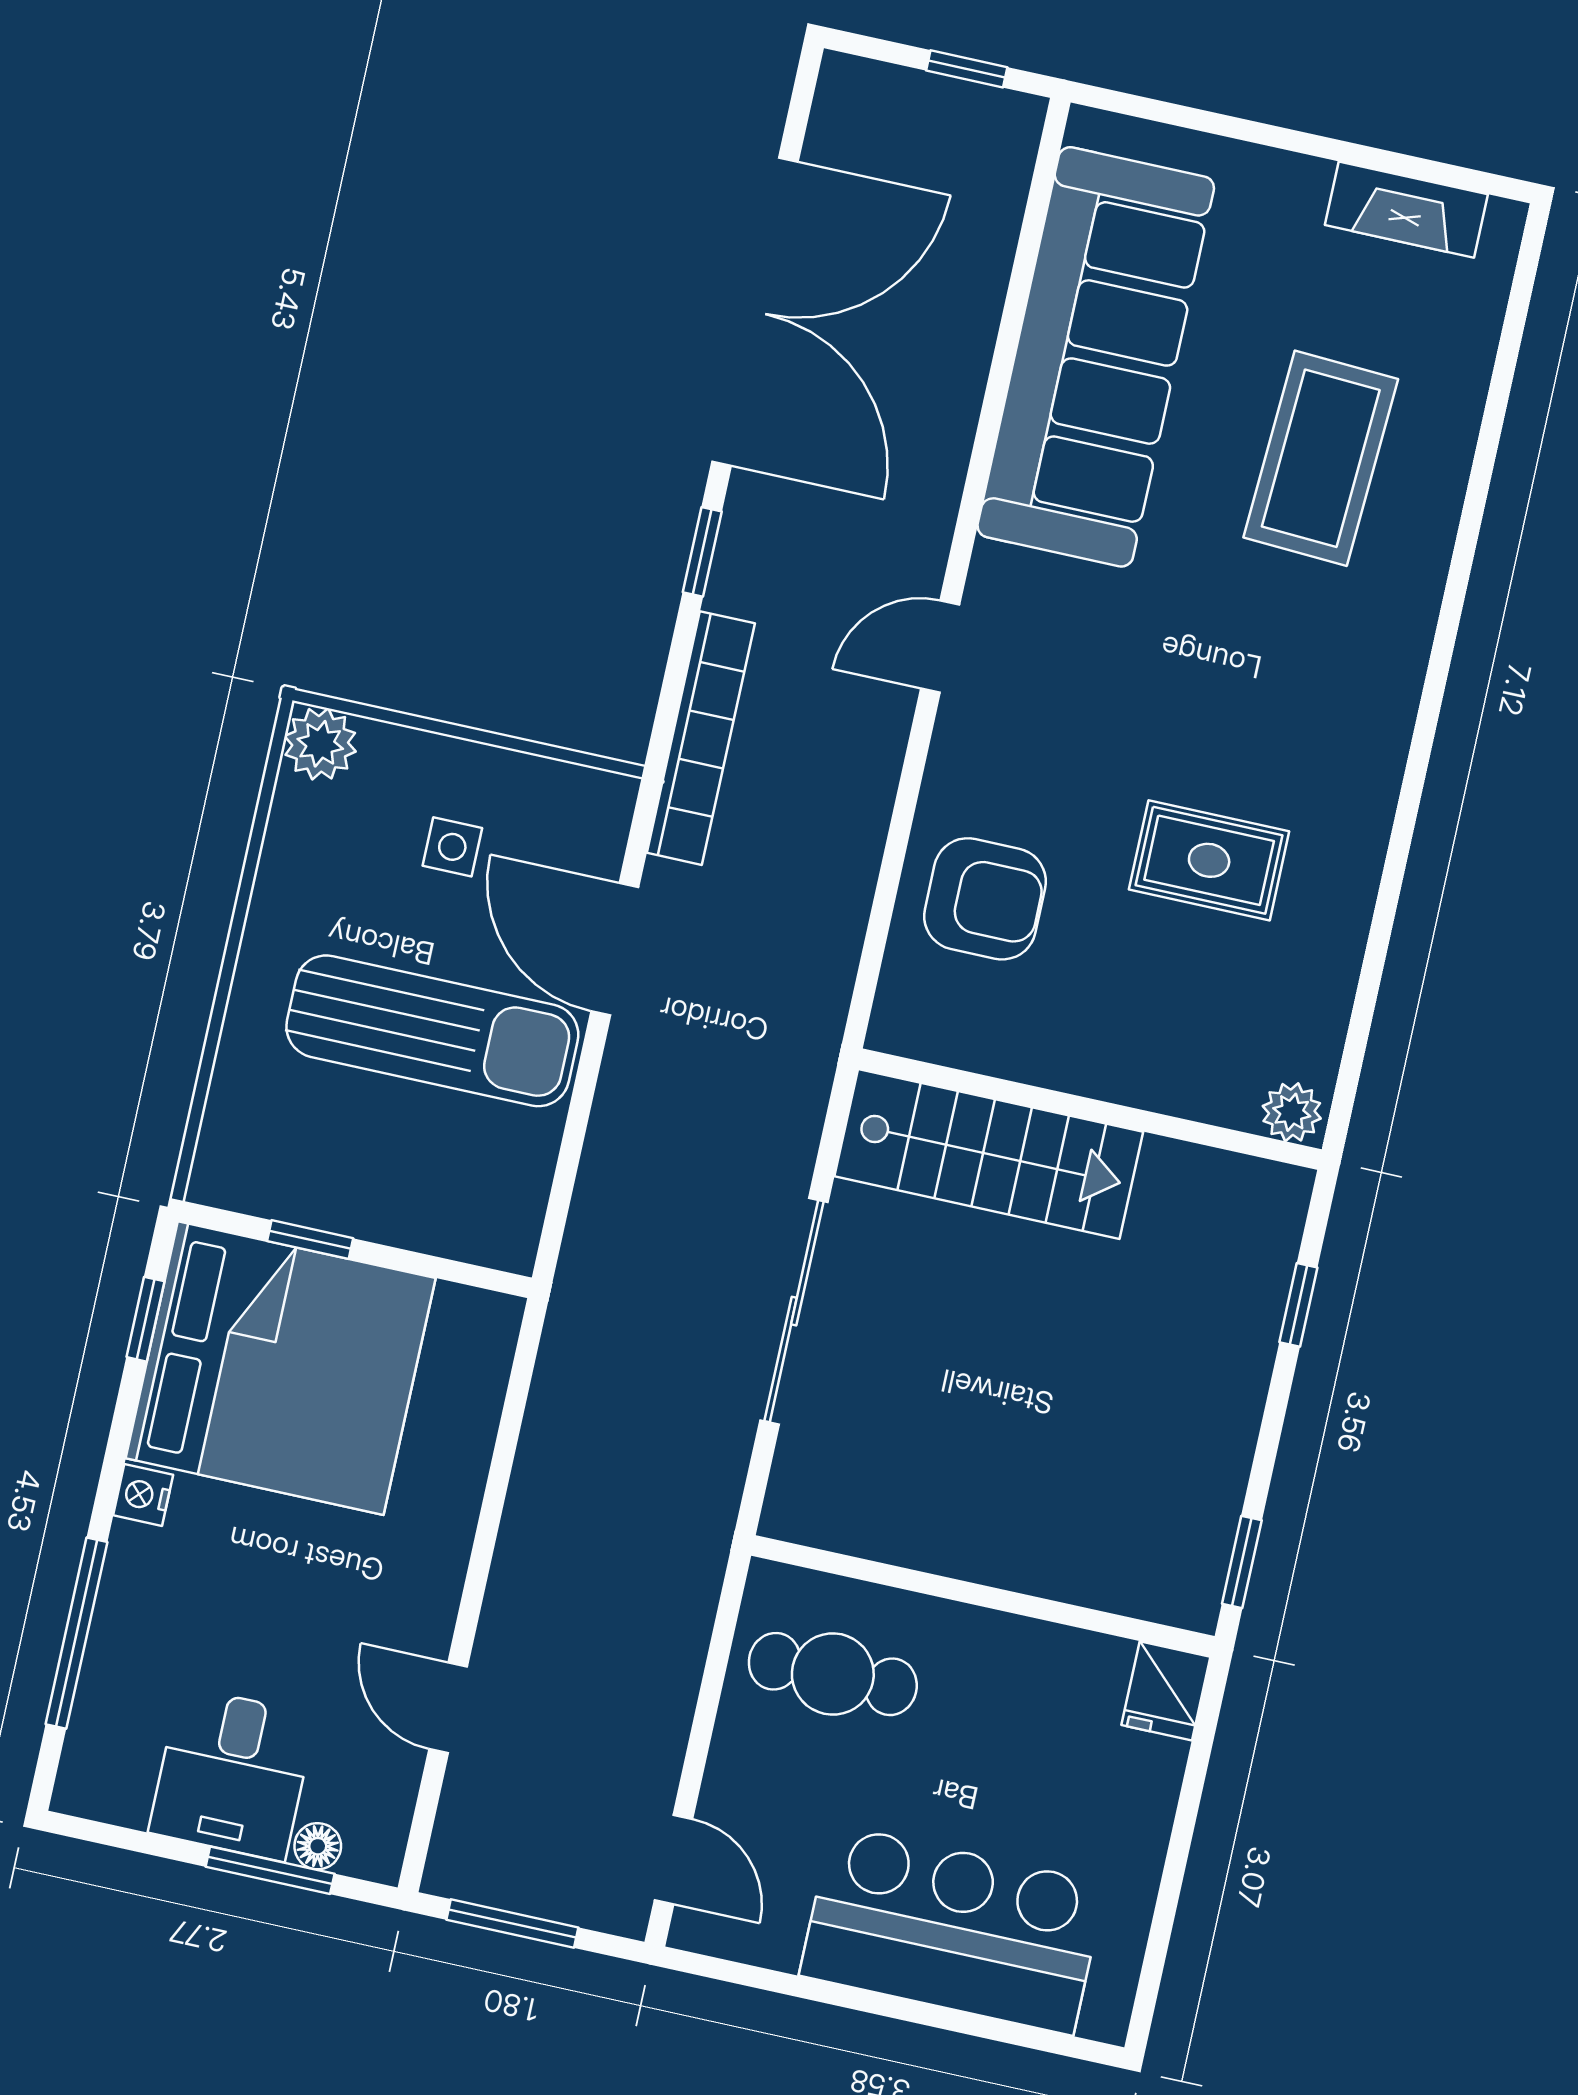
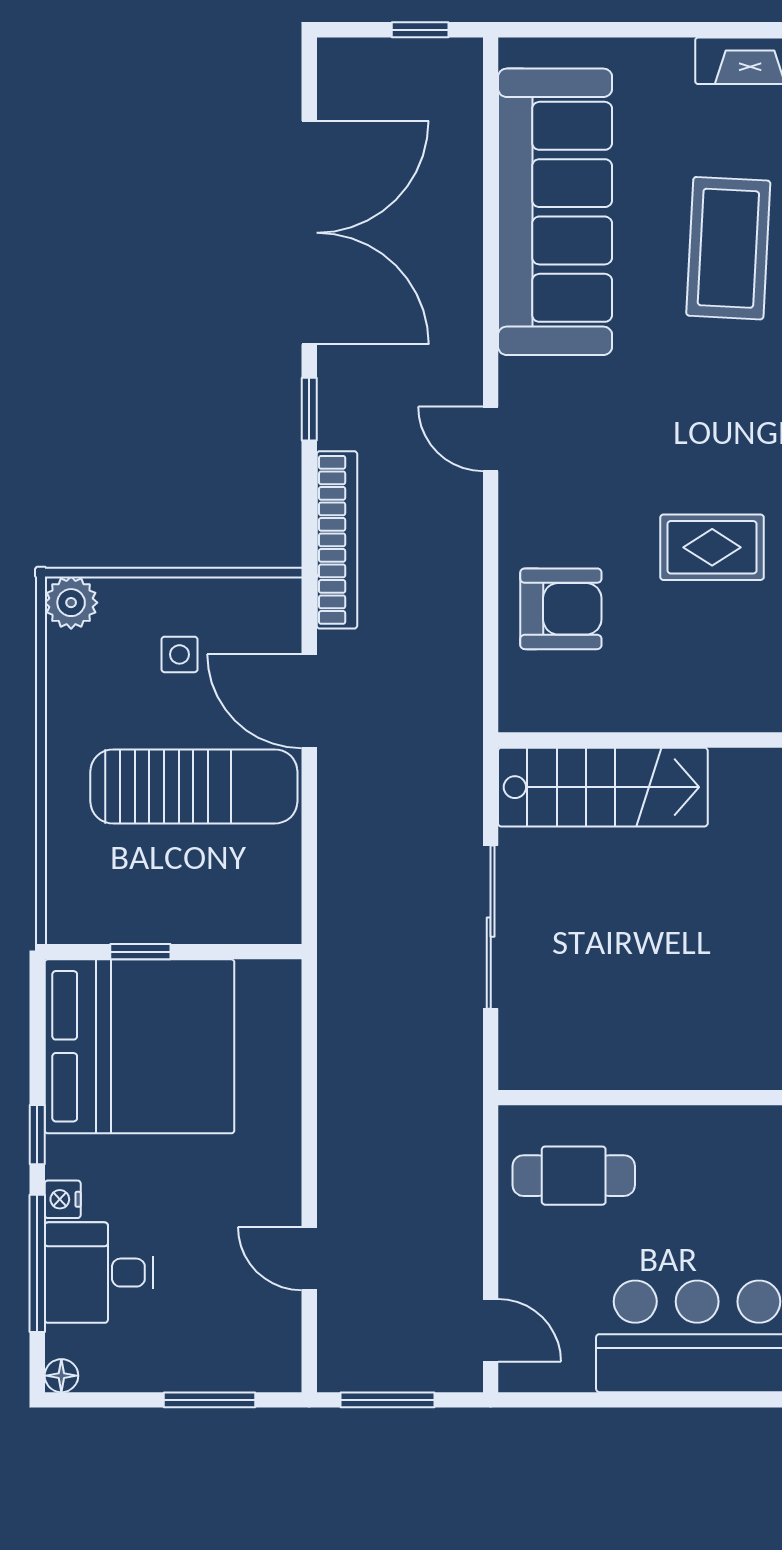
door: (940, 647) -> (491, 439), hinge flipped
window: (145, 1319) -> (37, 1135), moved
nightstand: (143, 1495) -> (63, 1199), moved
desk: (232, 1774) -> (99, 1273), moved, turned 90
floor lamp: (318, 1846) -> (61, 1376), moved

